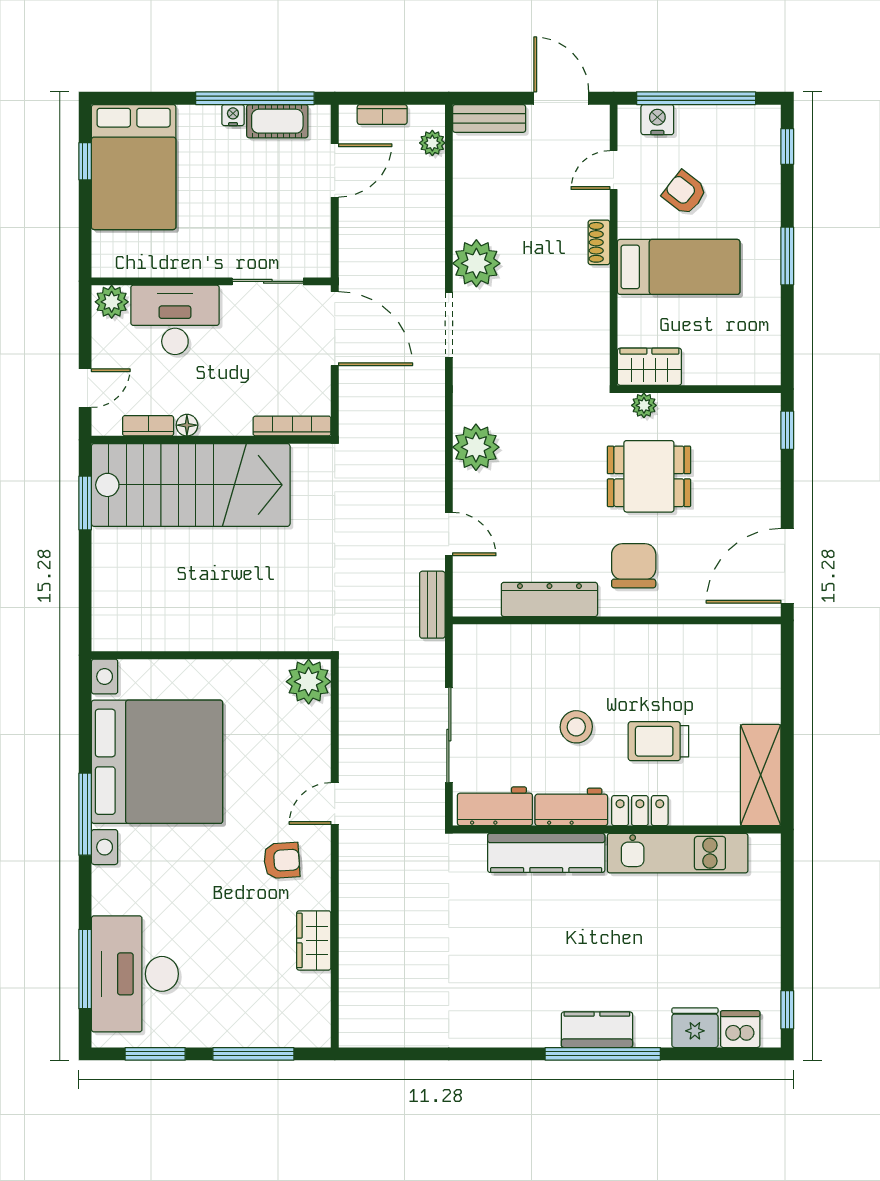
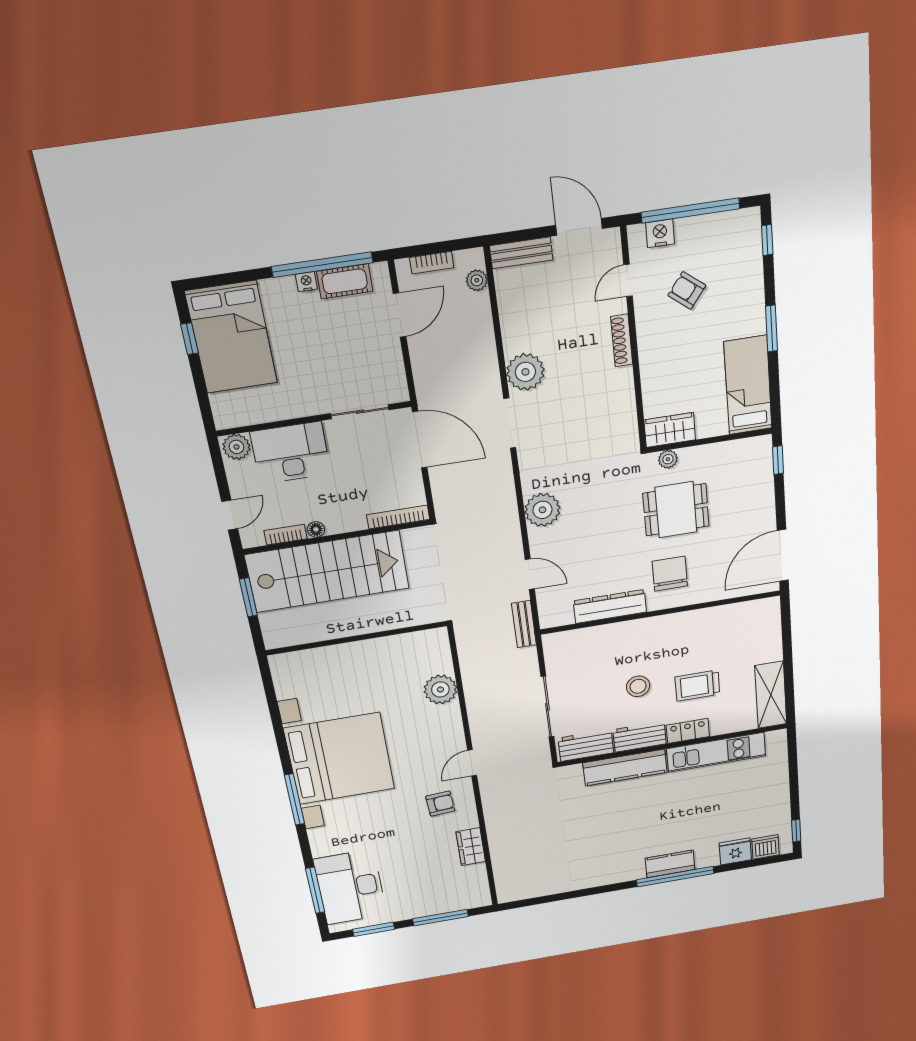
shoe rack: (599, 242) -> (622, 340), width x1.43
bed: (679, 267) -> (748, 385), moved, turned -90
wall: (211, 655) -> (357, 638), moved

